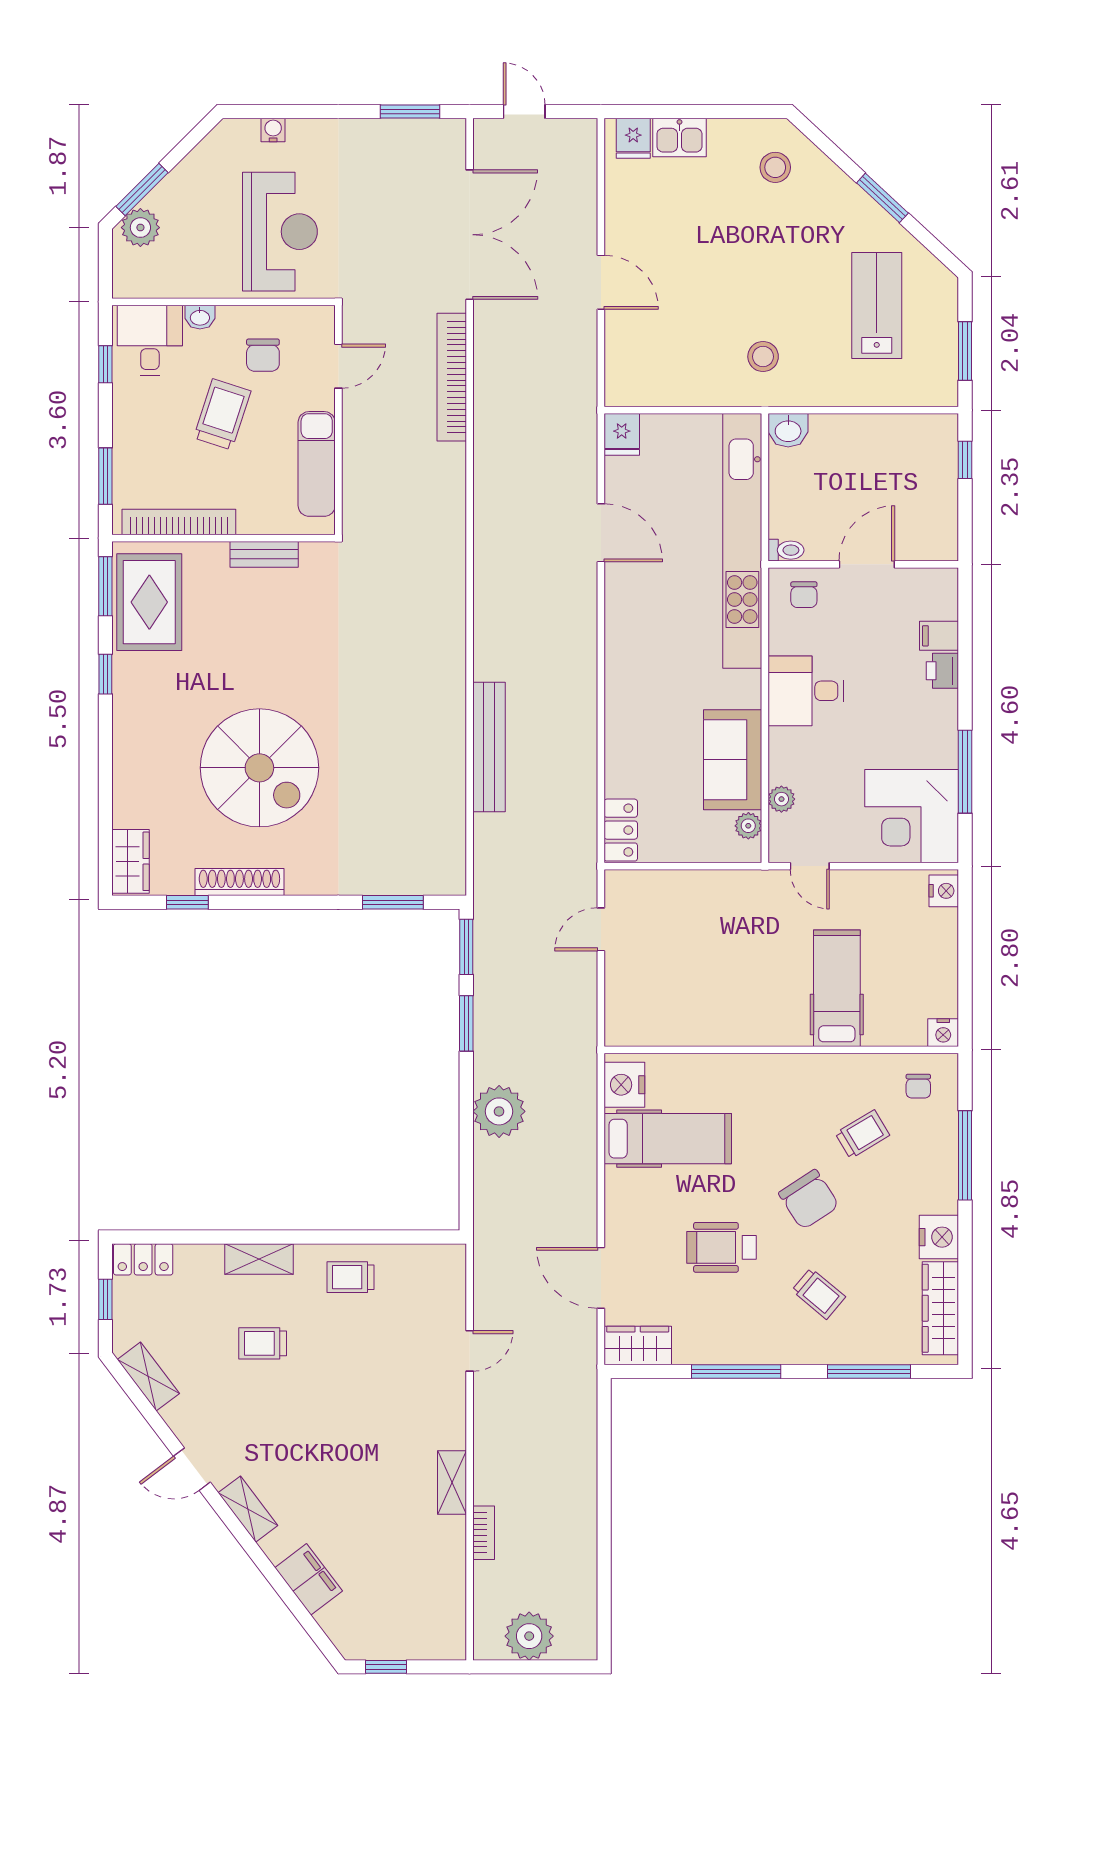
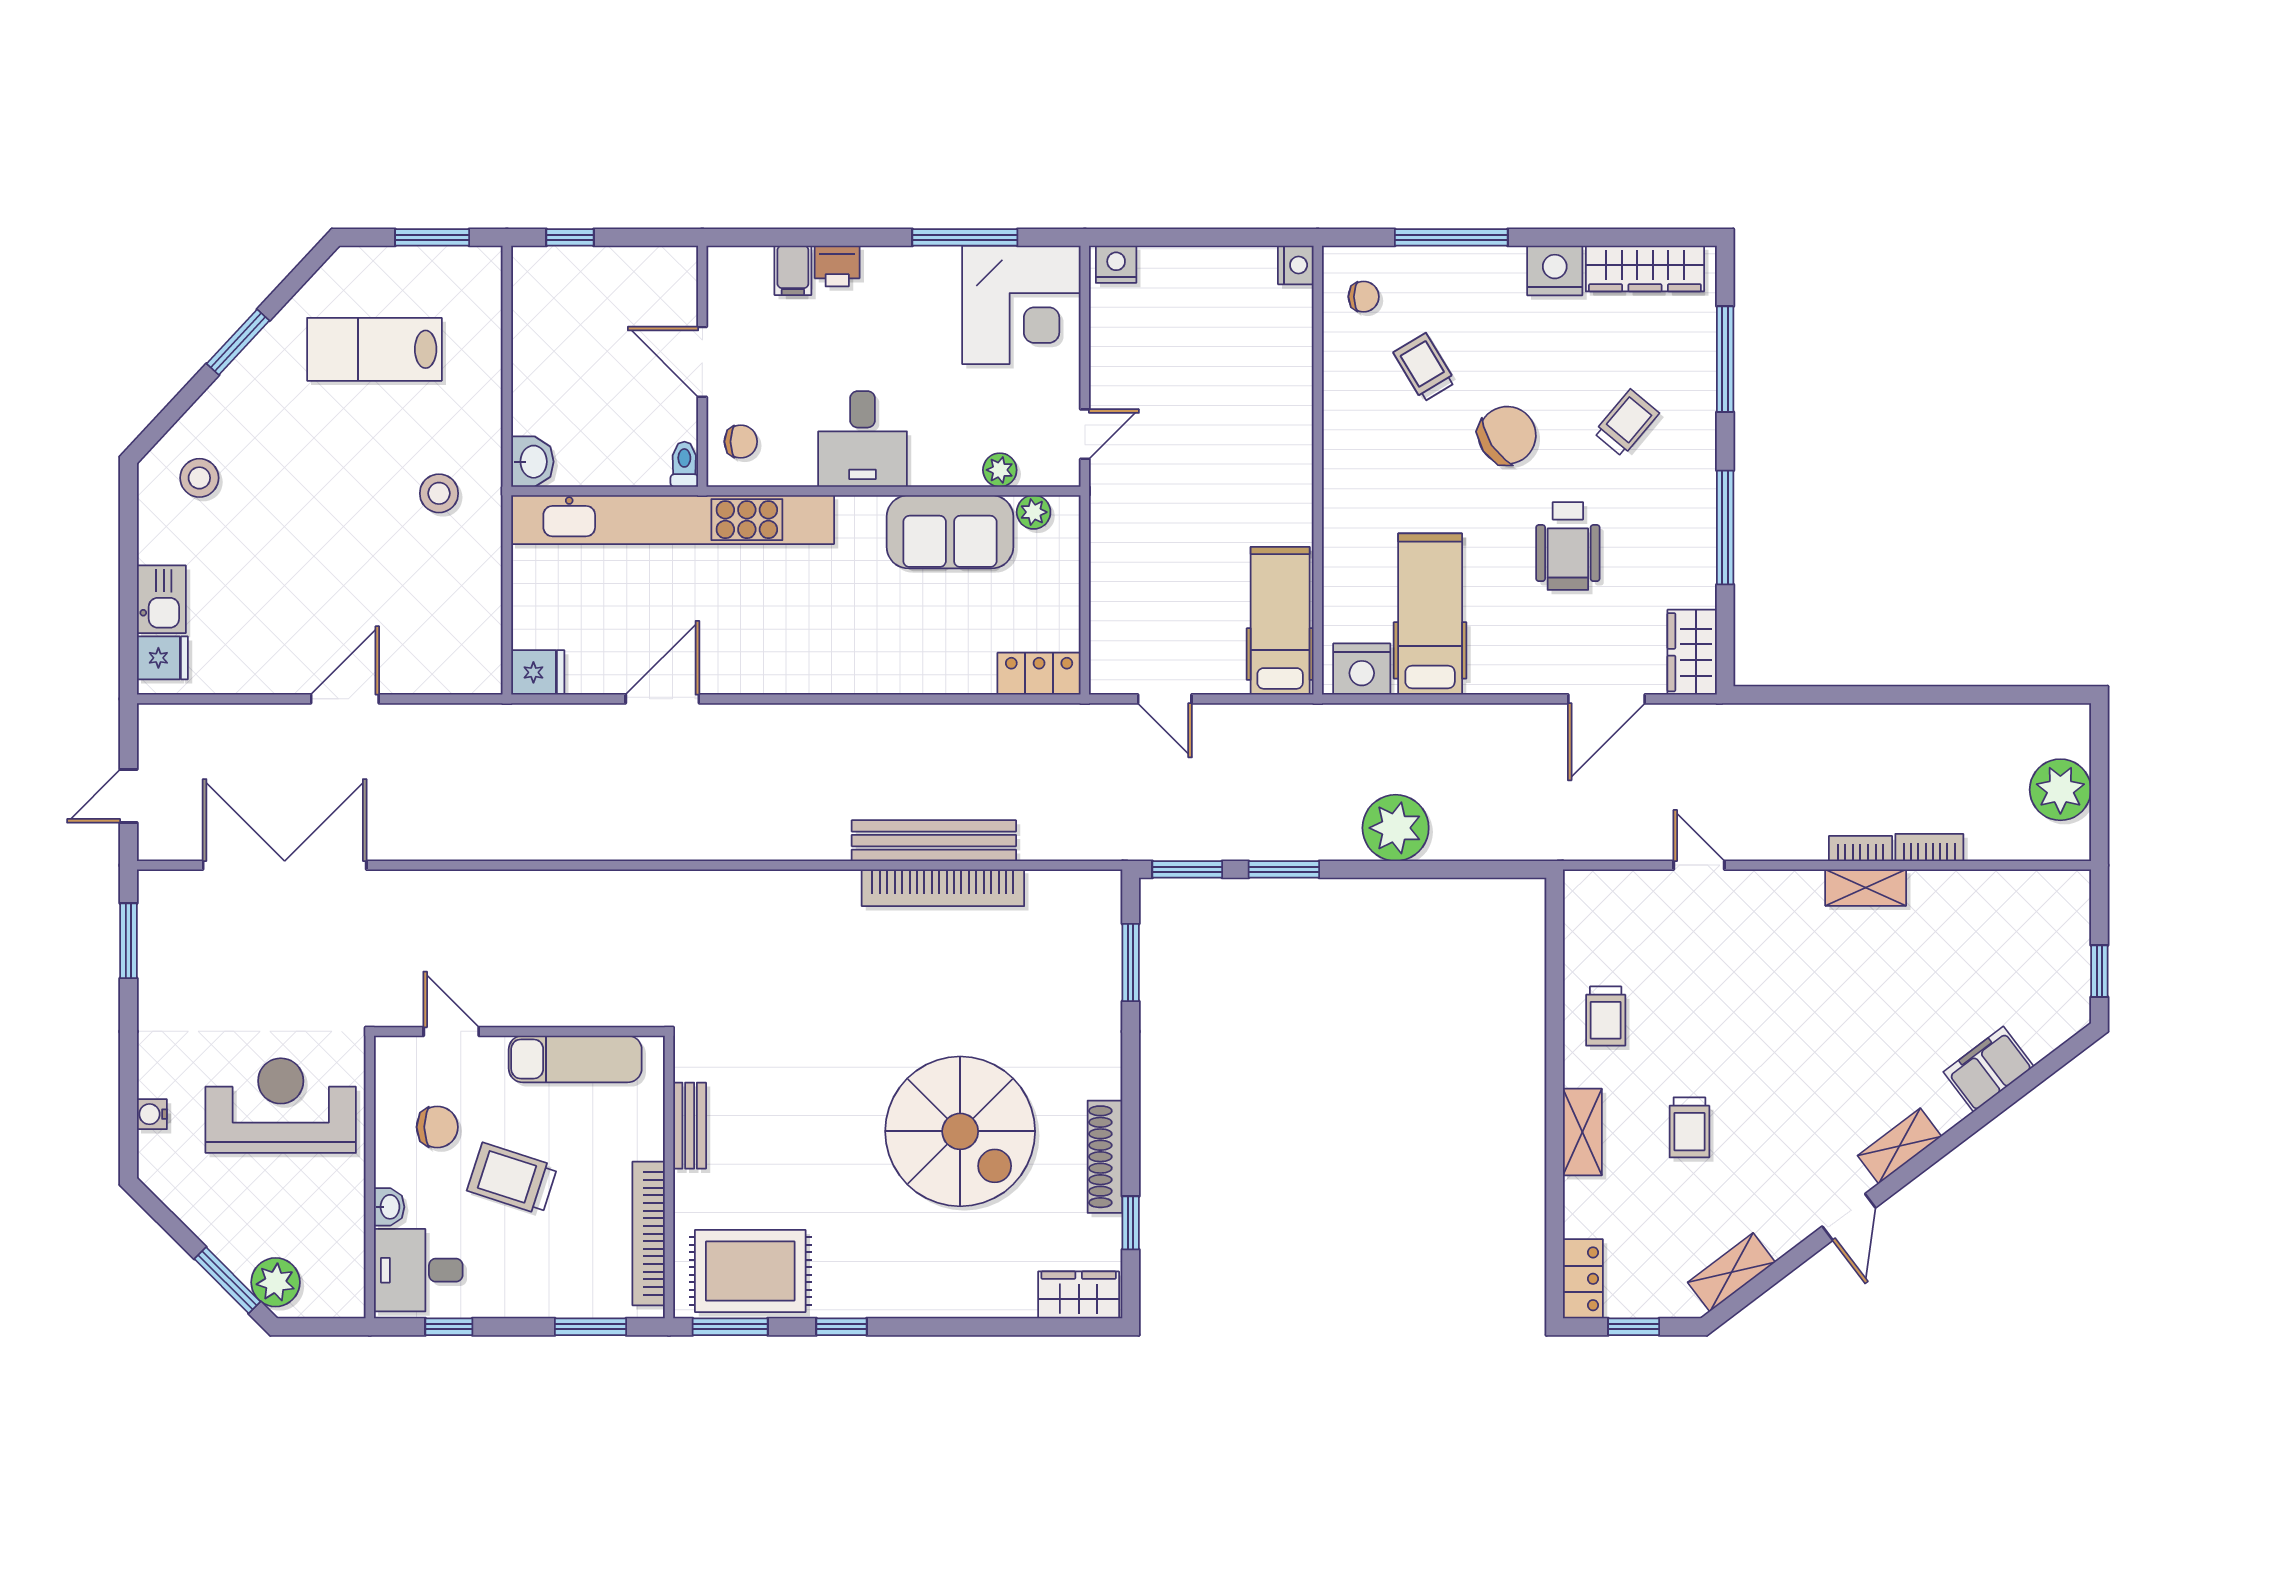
bookcase: (452, 377) -> (943, 888), moved
spiral stairs: (259, 768) -> (960, 1131), turned 90
hospital bed: (837, 988) -> (1280, 621), moved, turned 90
bookcase: (483, 1478) -> (1860, 848), added

